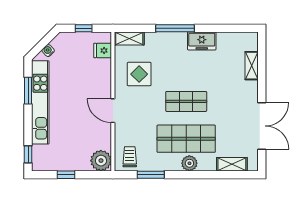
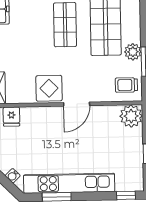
display table: (139, 74) -> (49, 88), moved
plant: (189, 163) -> (133, 52), moved

